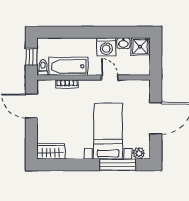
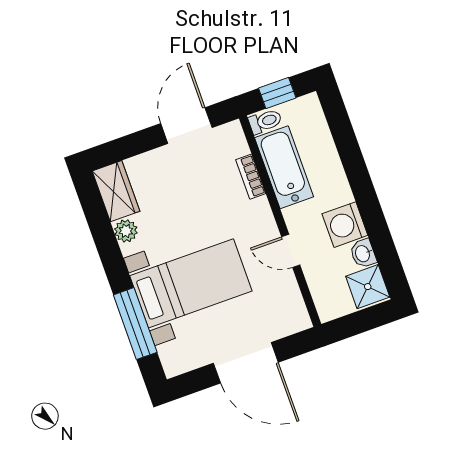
door: (110, 78) -> (291, 251), swing flipped
plant: (139, 153) -> (126, 231), moved

